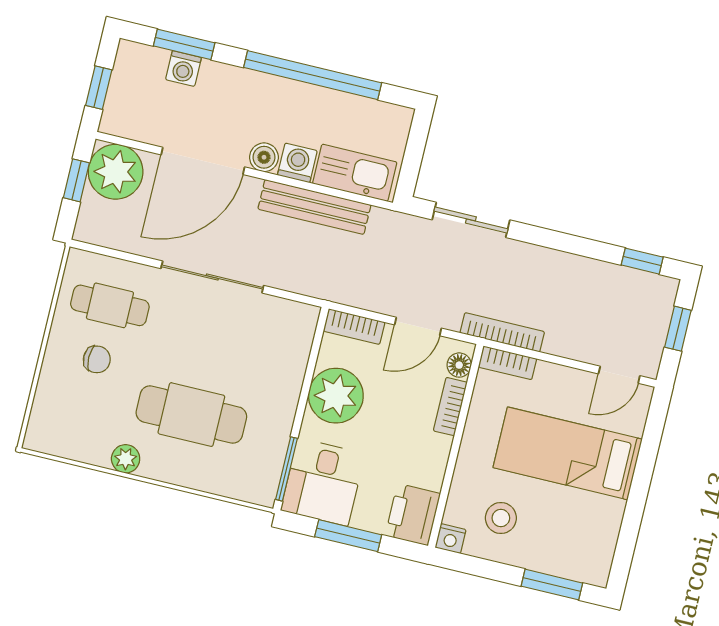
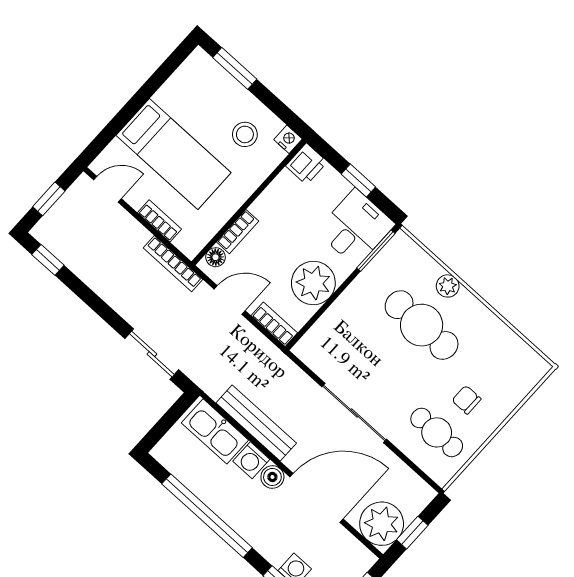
bookcase: (508, 363) -> (159, 221), moved
plant: (126, 459) -> (448, 286), moved
printer: (413, 515) -> (306, 164), width x0.73, depth x0.81
window: (348, 536) -> (358, 180), width x0.67

